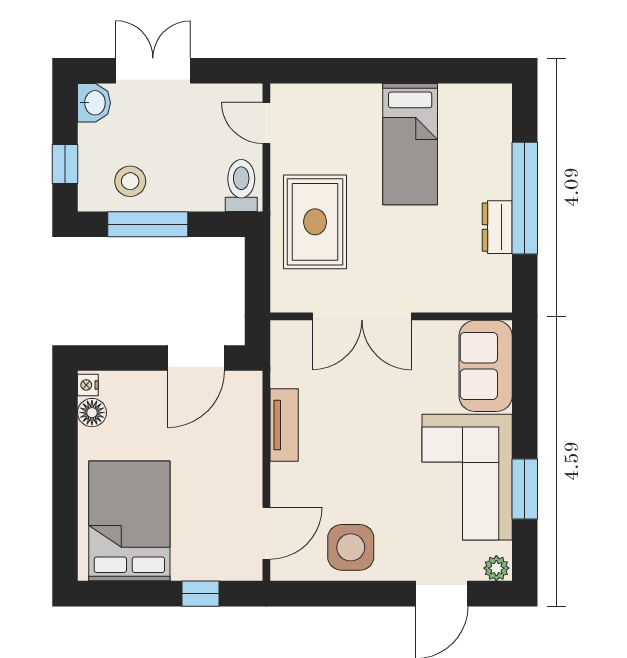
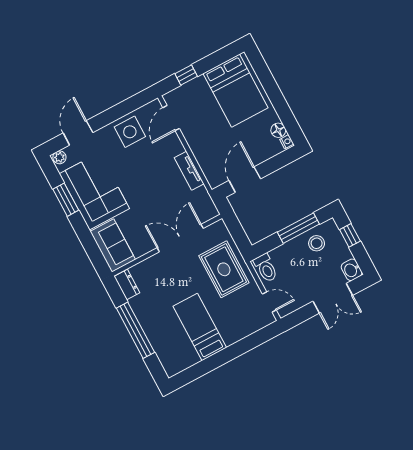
dresser: (497, 227) -> (127, 285), moved

